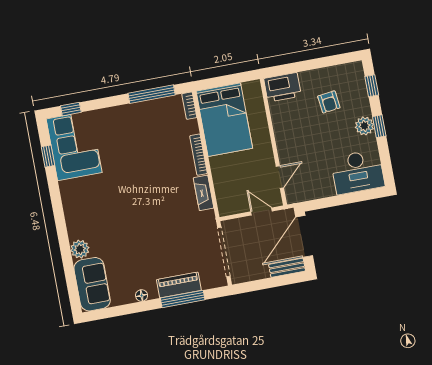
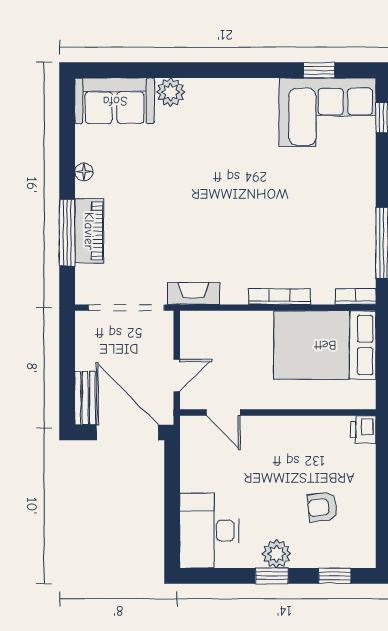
printer: (283, 87) -> (363, 429), width x0.53, depth x0.68
fireplace: (204, 193) -> (193, 293), moved

